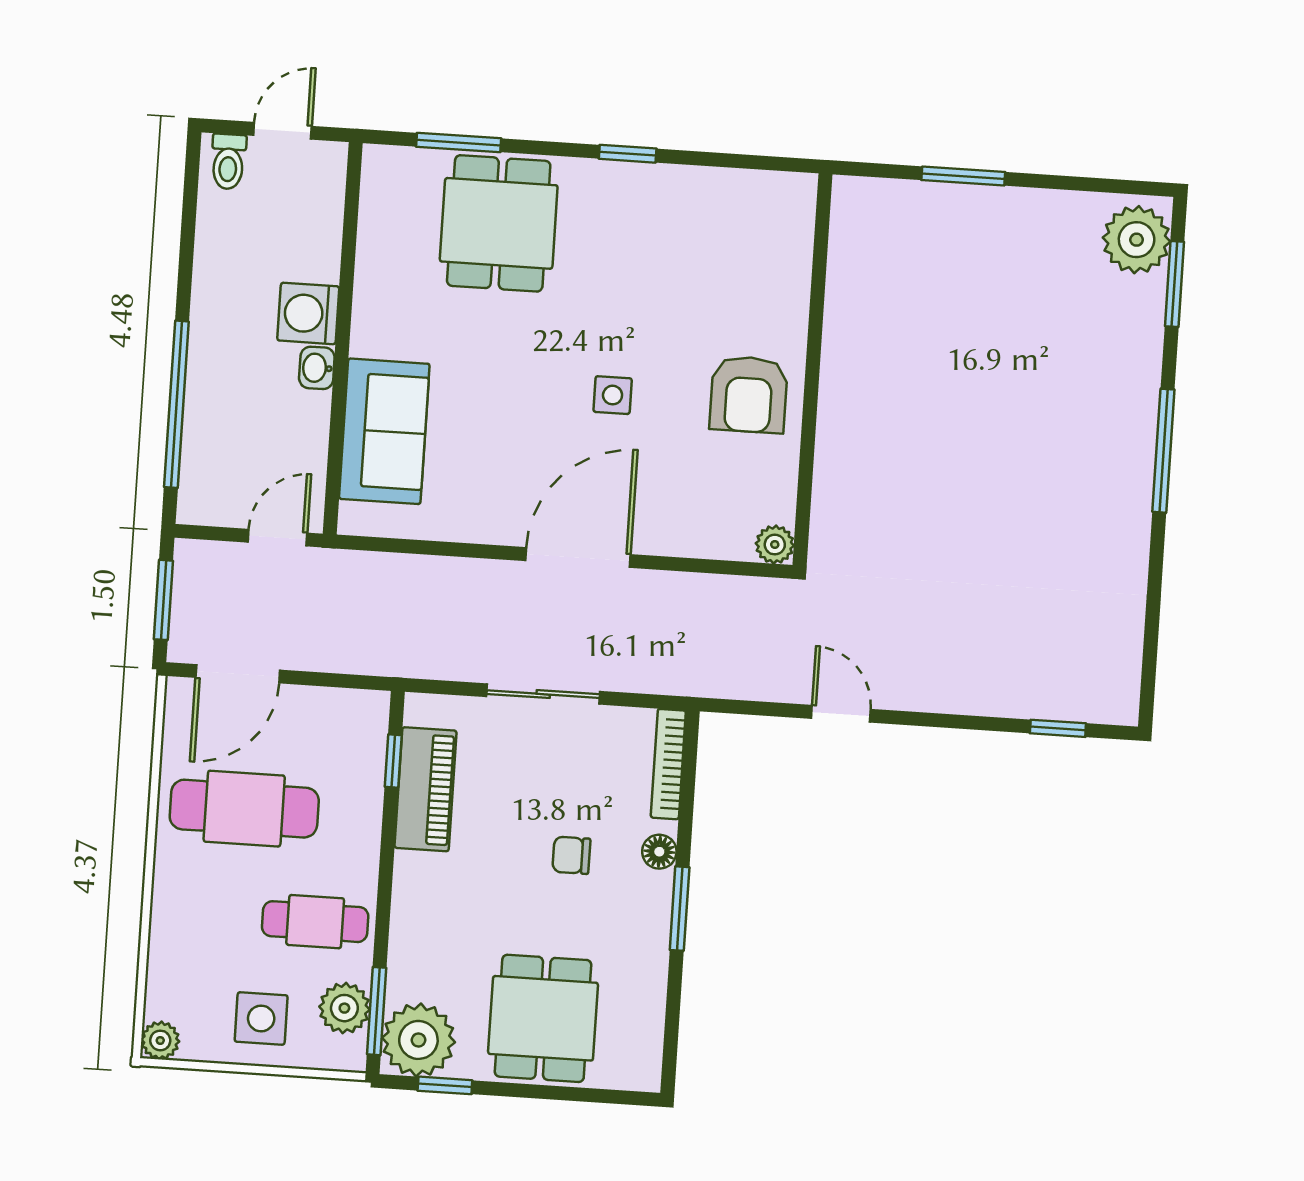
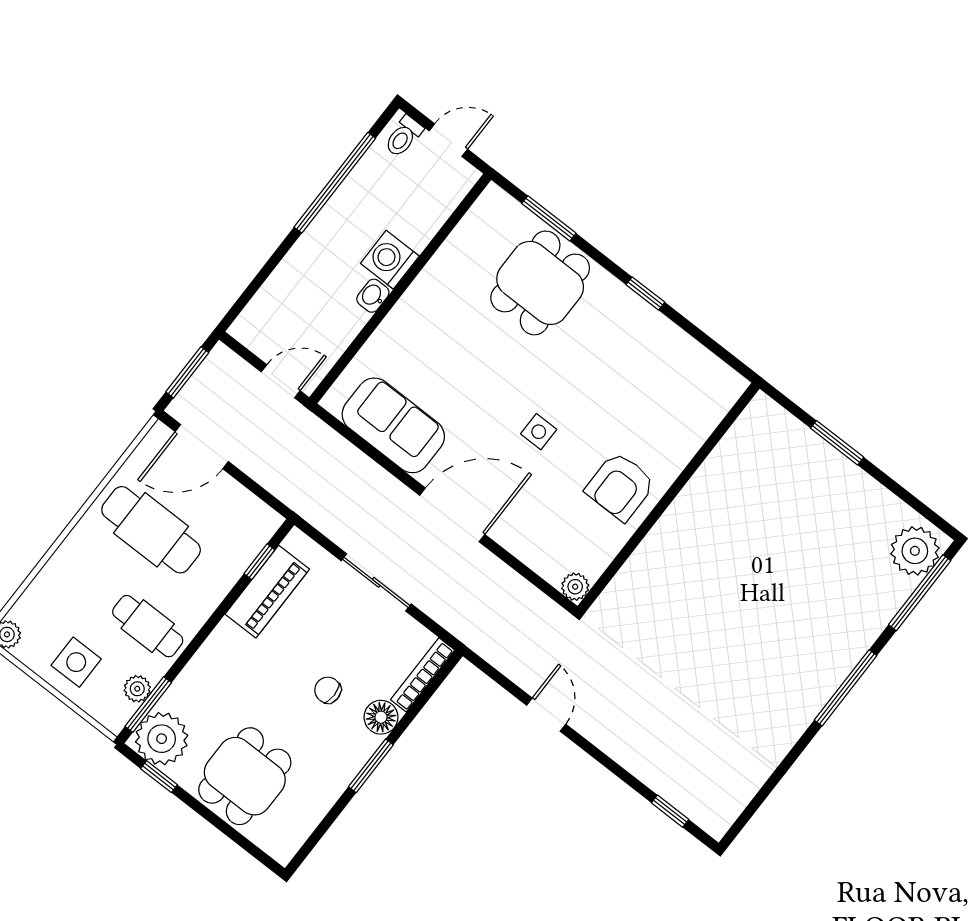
window: (1175, 284) -> (920, 593), width x1.44
window: (176, 404) -> (335, 183), moved
sofa: (384, 431) -> (393, 425), moved, turned -90
floor lamp: (659, 852) -> (381, 717), width x1.37, depth x1.37
plant: (344, 1008) -> (137, 689), width x0.73, depth x0.73

